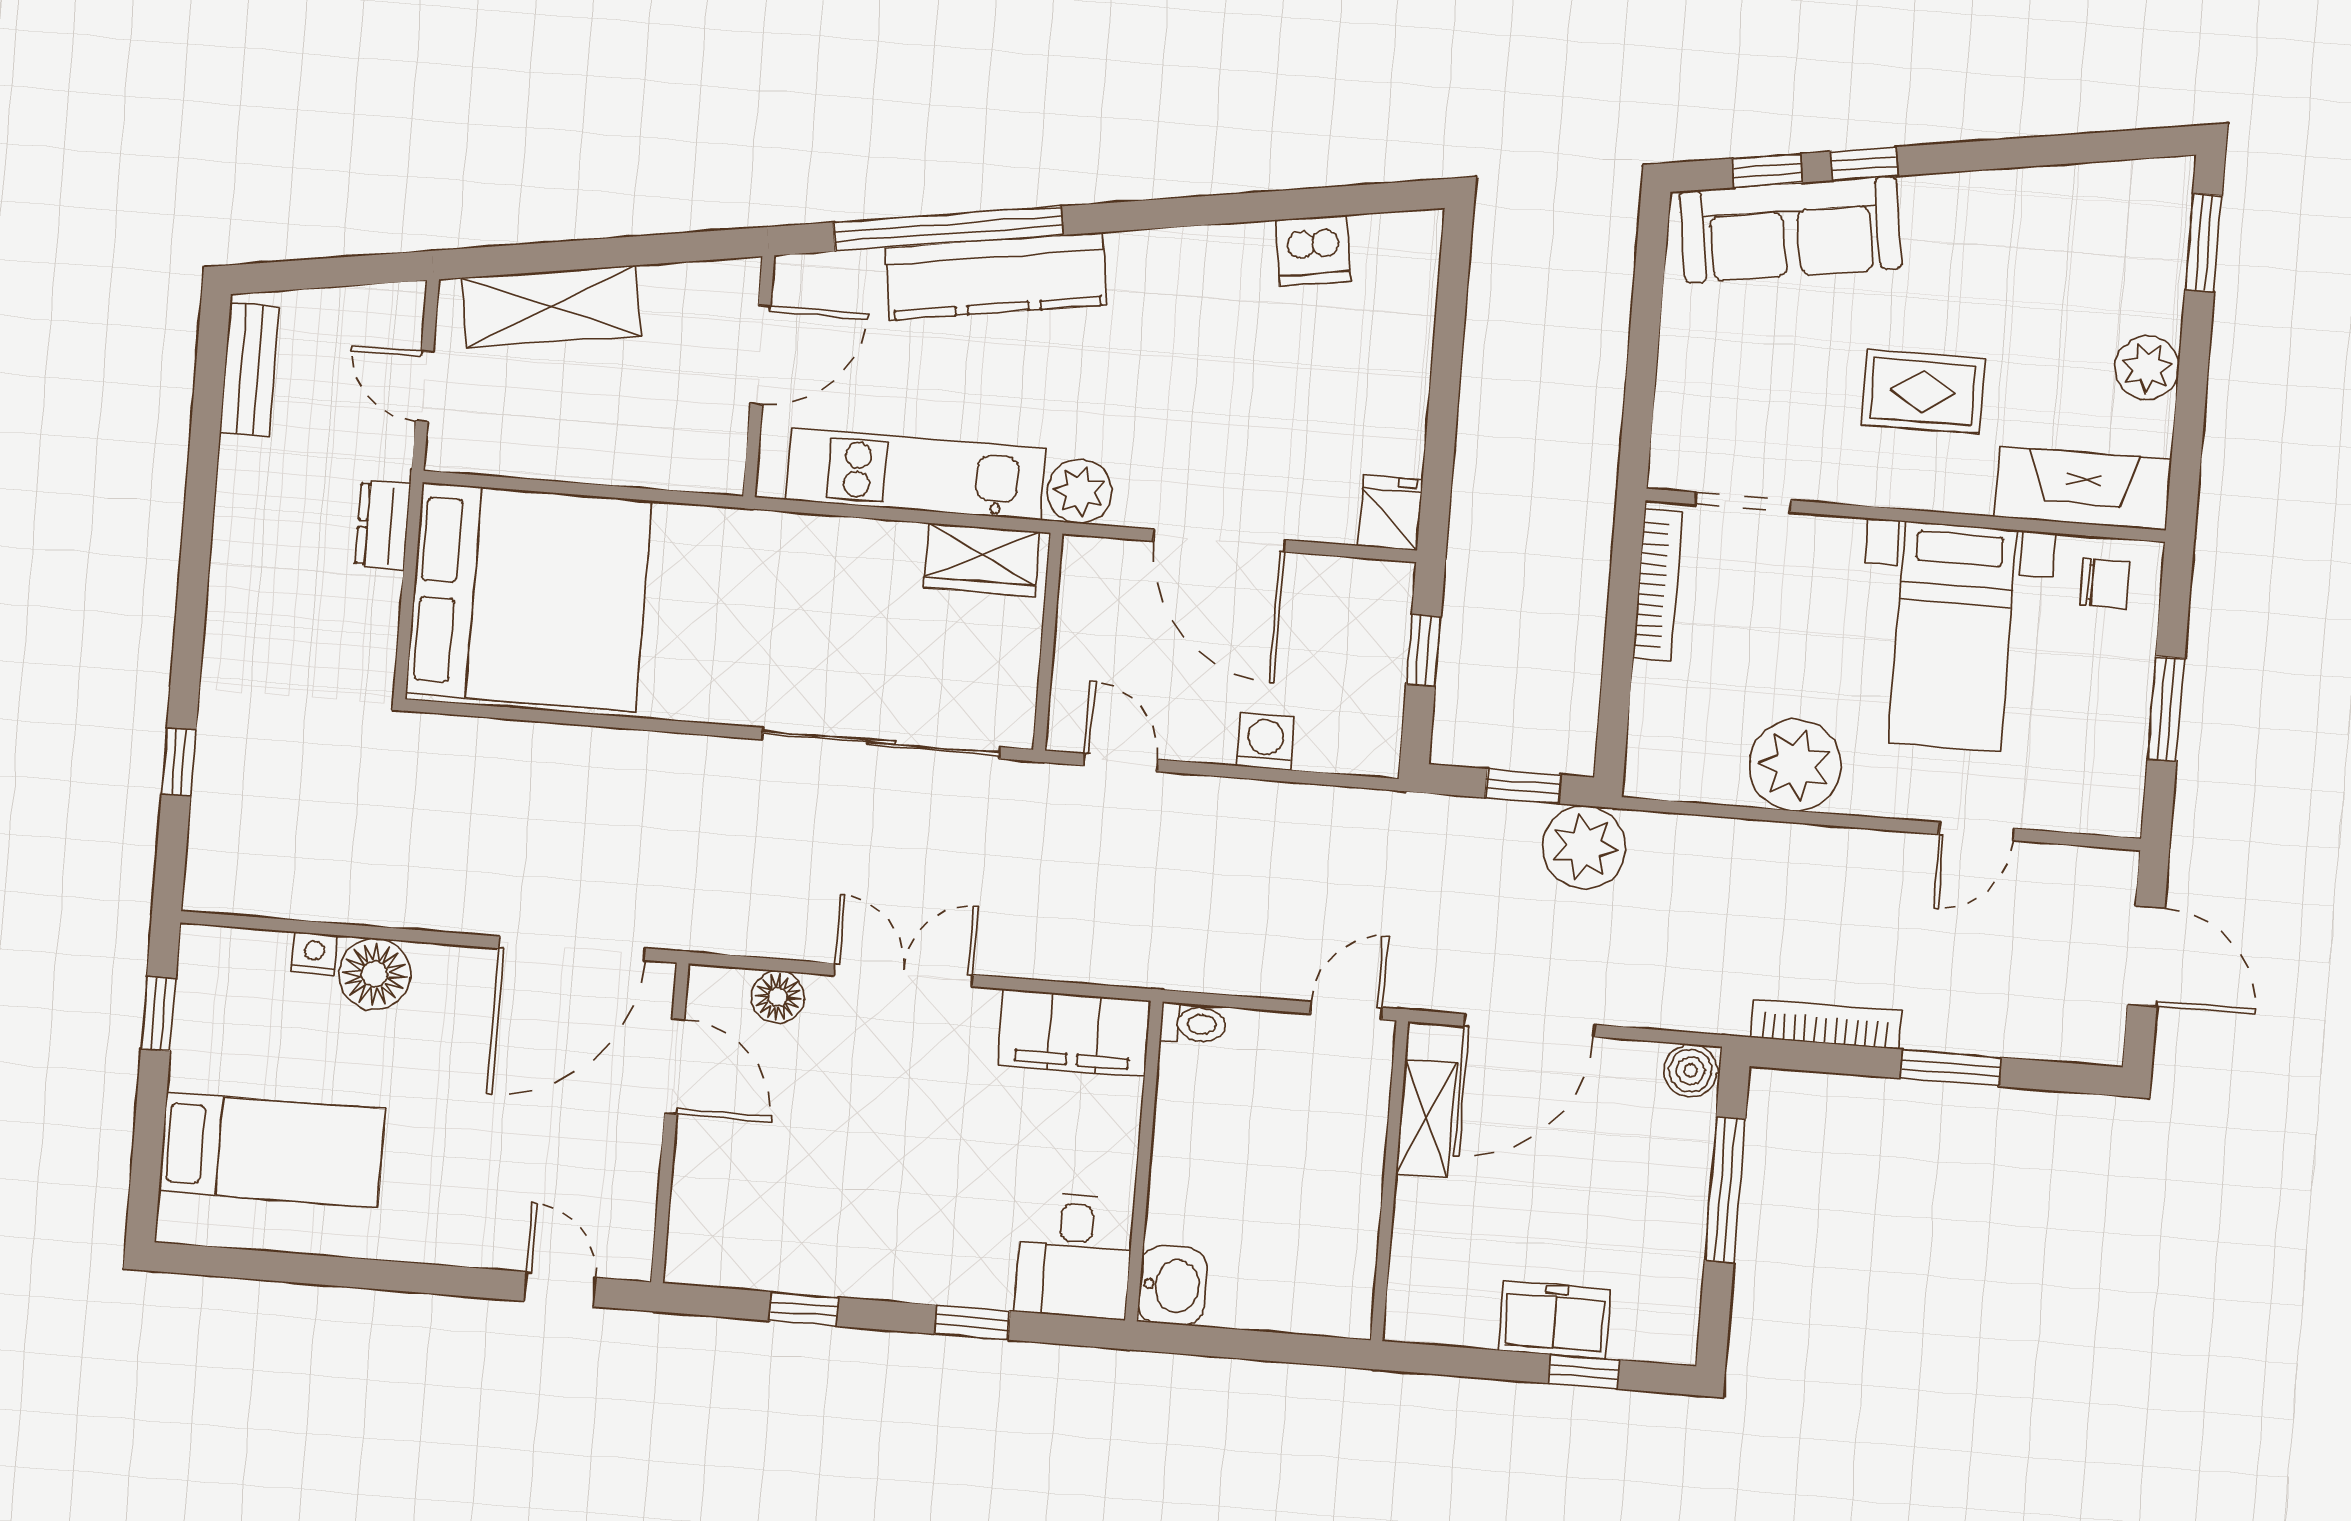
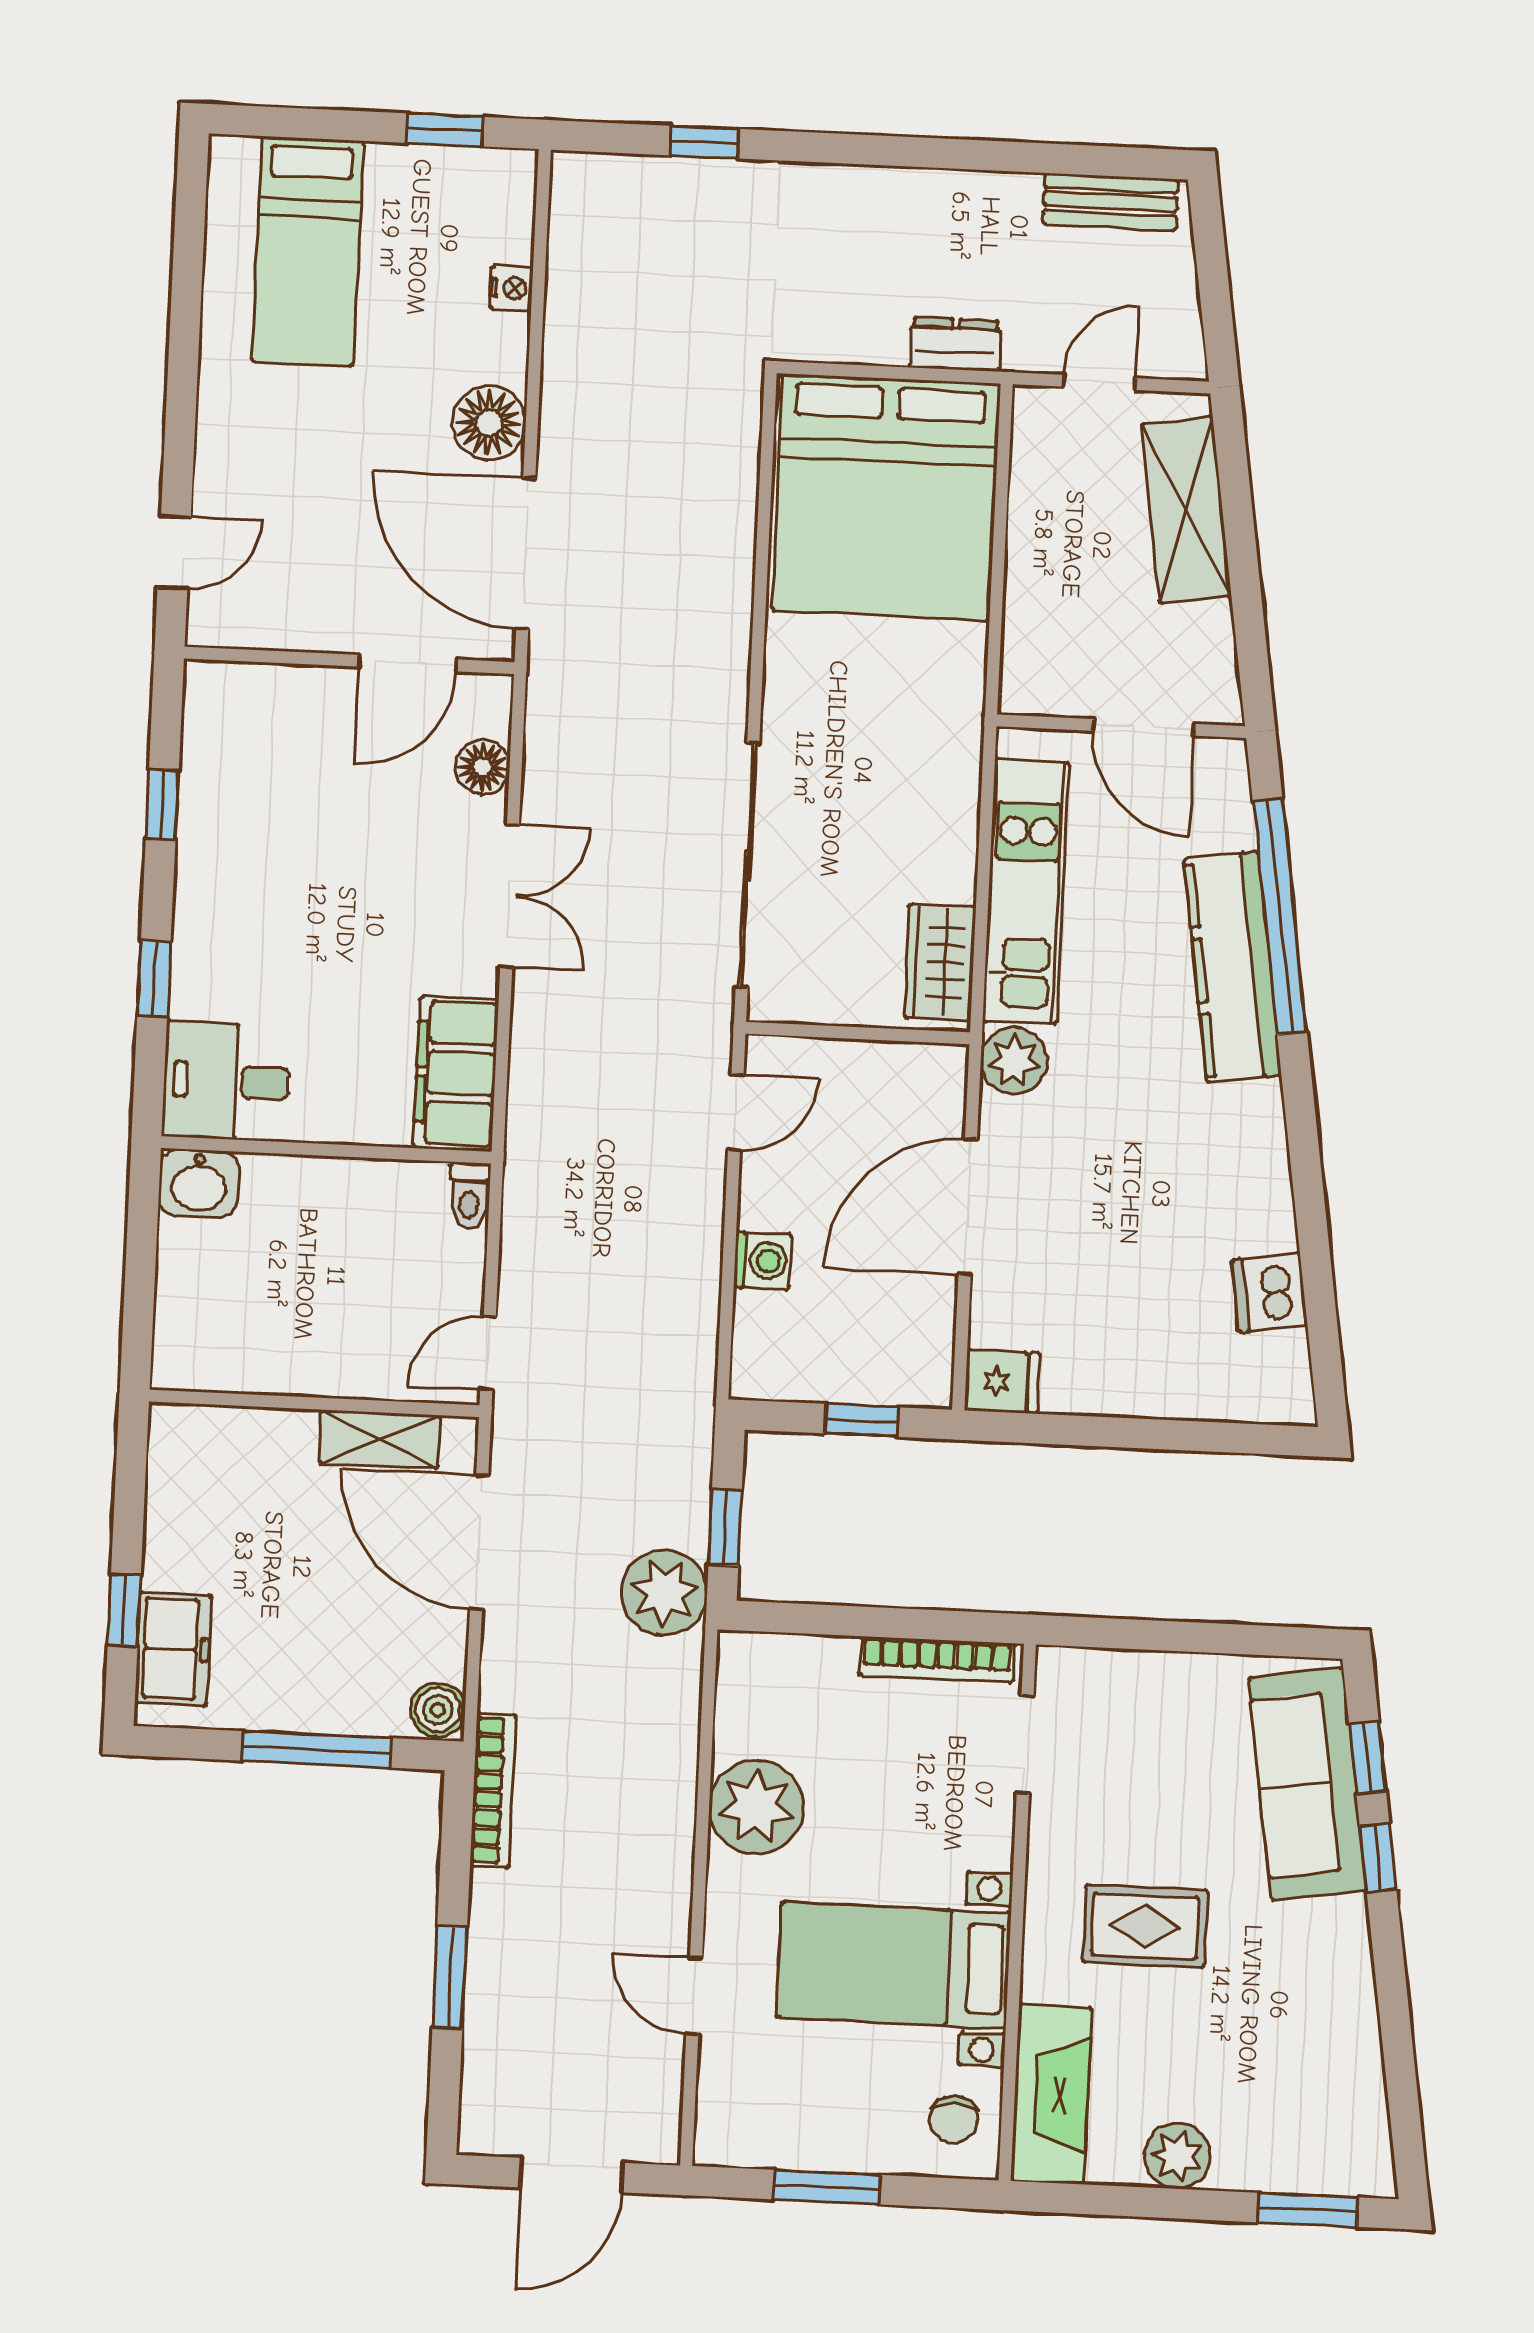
rug: (1923, 392) -> (1145, 1926), turned 90
floor lamp: (375, 974) -> (489, 423), moved
door: (1346, 1011) -> (488, 1353), swing flipped
bookcase: (1826, 1024) -> (493, 1791), moved
freezer: (1555, 1320) -> (173, 1649), moved

